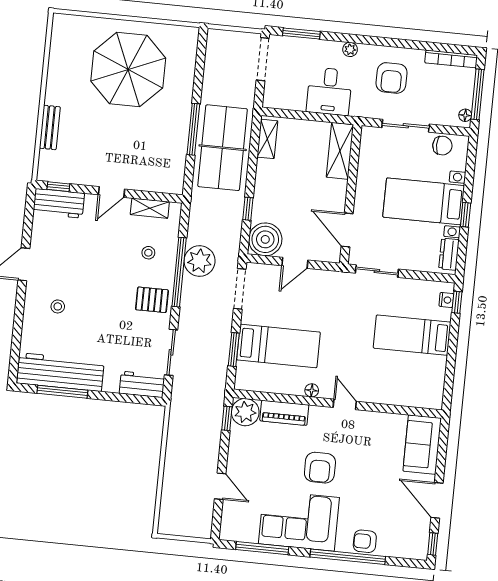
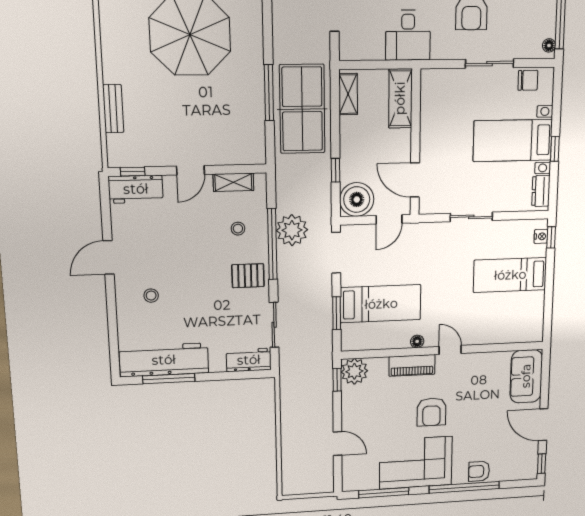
shelving: (340, 151) -> (400, 98), moved
wall: (351, 194) -> (415, 143), moved
door: (347, 230) -> (415, 180), moved
piano: (284, 413) -> (412, 365), moved

